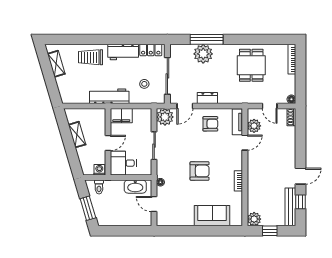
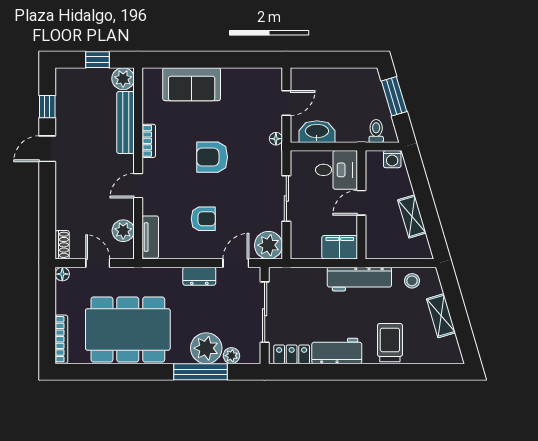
plant: (188, 49) -> (231, 356), added
trolley: (90, 57) -> (390, 343), turned -90
shelving: (56, 64) -> (441, 316), moved
dining table: (251, 65) -> (128, 329), width x1.88, depth x1.24
stool: (144, 84) -> (412, 281), moved
armchair: (210, 124) -> (203, 219), moved, turned 180
door: (245, 143) -> (138, 186), moved
washing machine: (99, 170) -> (392, 159), moved
door: (154, 204) -> (286, 103), hinge flipped
bench: (290, 207) -> (126, 122), moved

